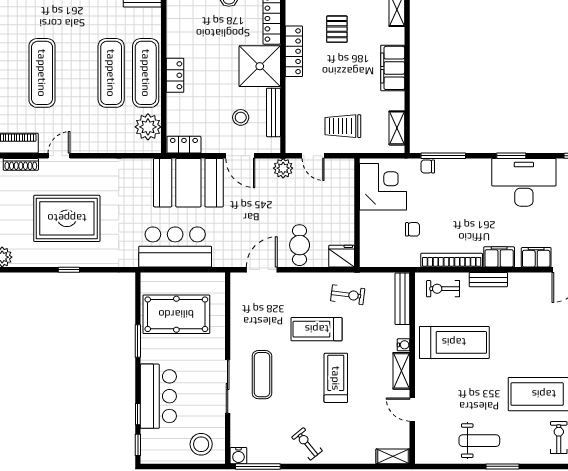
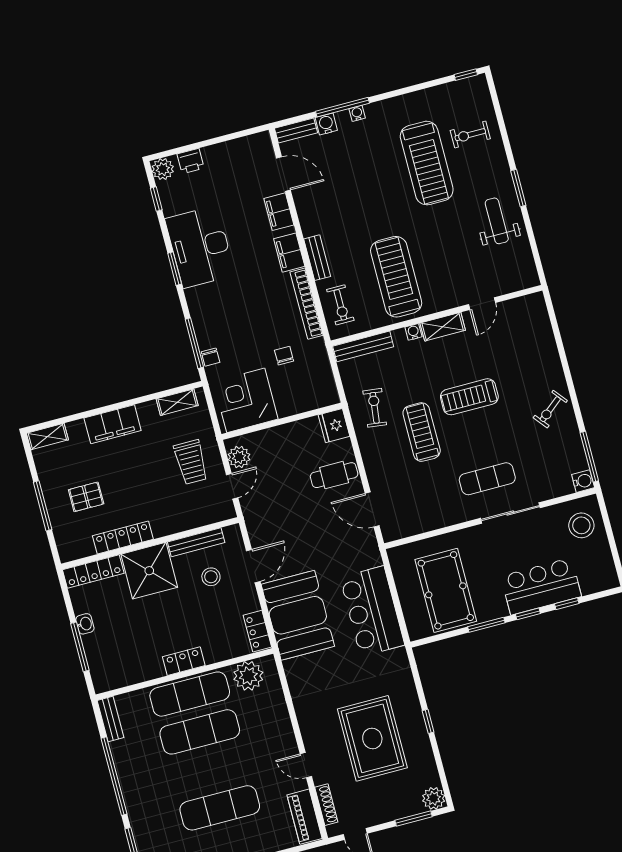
plant: (283, 168) -> (239, 457), moved
treadmill: (317, 329) -> (422, 432), turned 180
window: (138, 445) -> (528, 614), moved
shelving: (393, 456) -> (539, 311), removed

